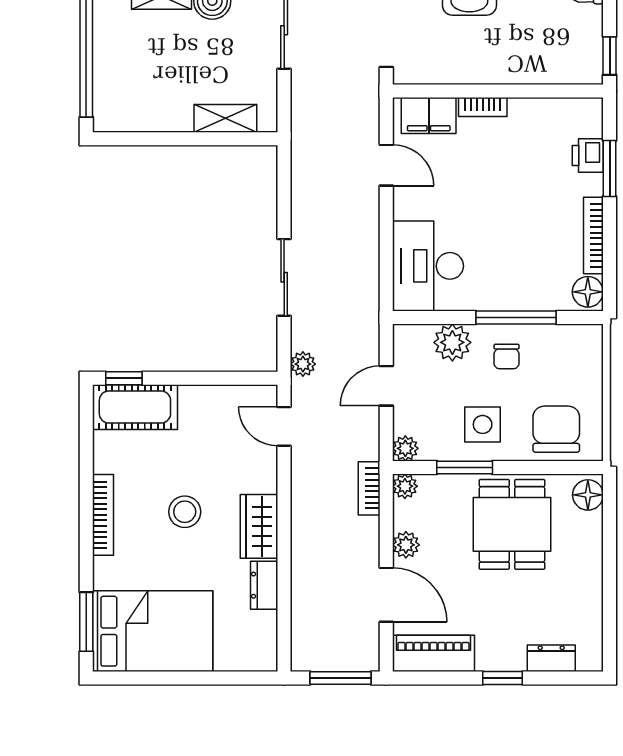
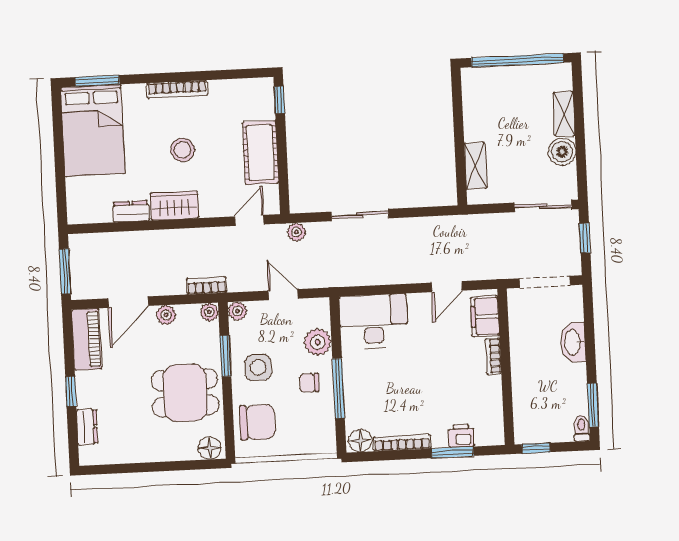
cot: (135, 407) -> (260, 153), moved

